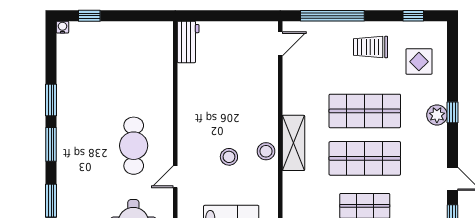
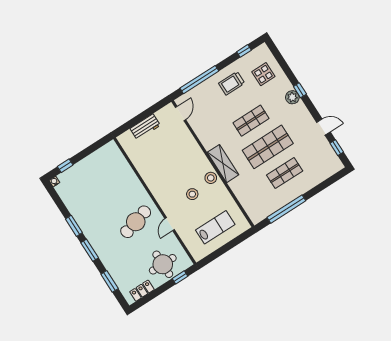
workbench: (188, 42) -> (145, 127), moved, turned 90
shop shelf: (365, 111) -> (251, 121), width x0.70, depth x0.74
cafe table: (134, 146) -> (136, 222), turned 74

